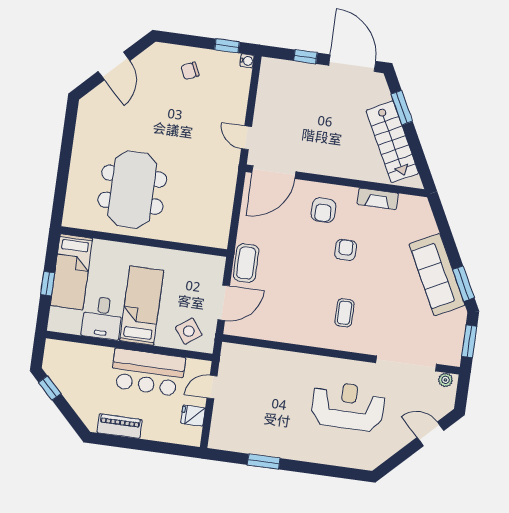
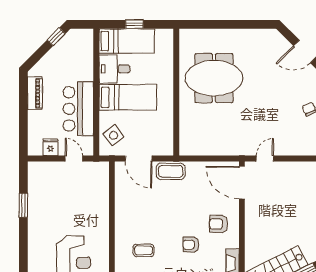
armchair: (346, 250) -> (191, 245), turned 180
bed: (71, 272) -> (127, 41), moved, turned 180

